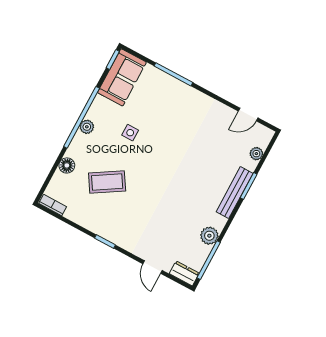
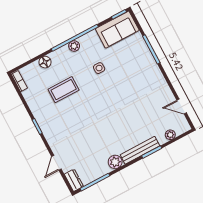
coffee table: (107, 182) -> (64, 90), turned -58
plant: (209, 236) -> (115, 162), moved

